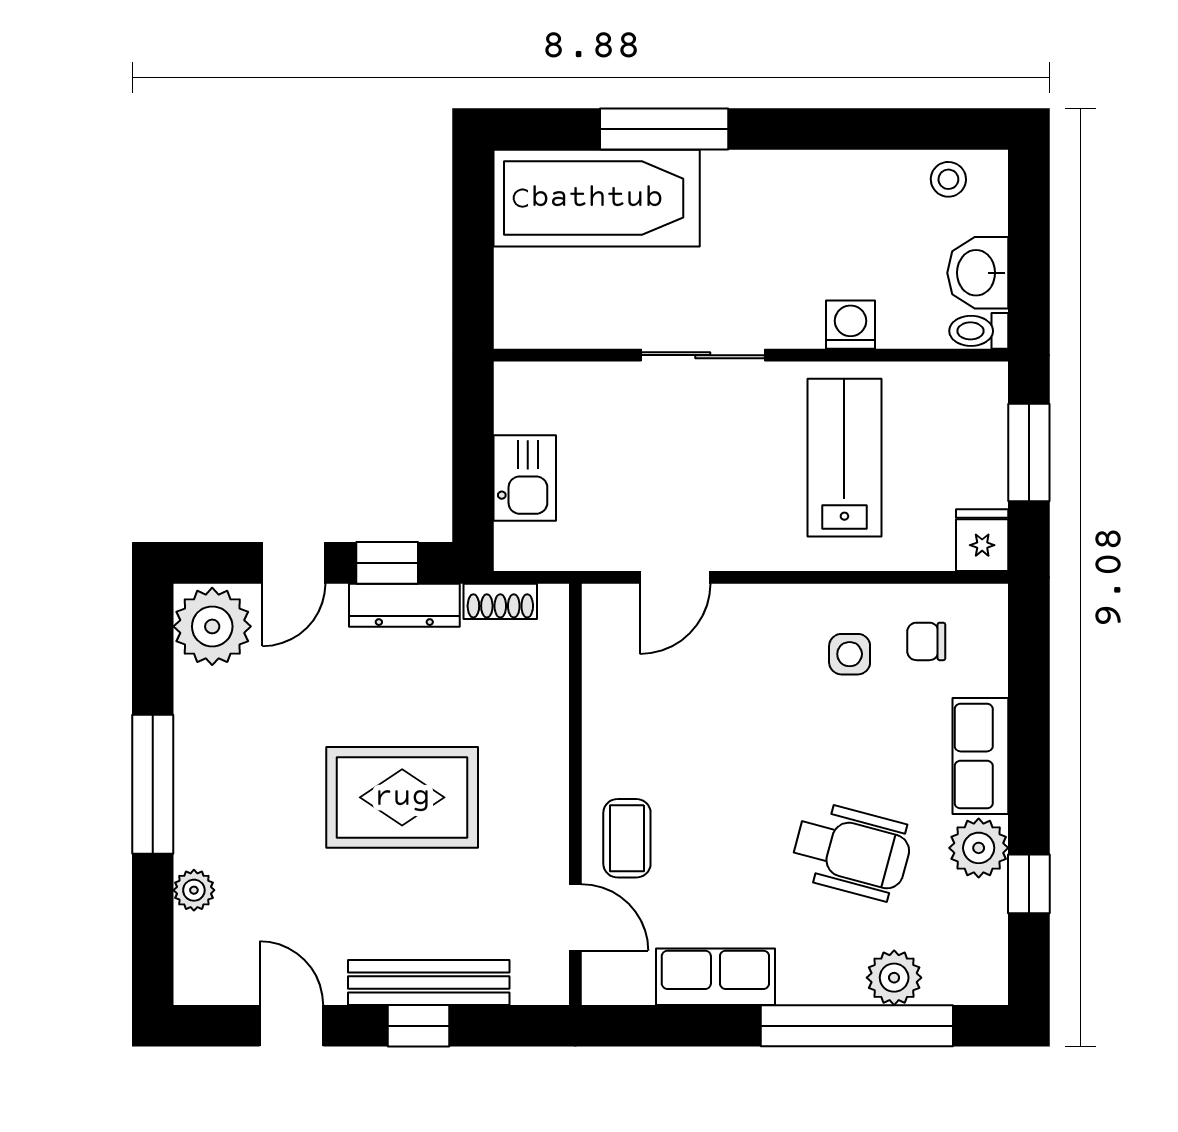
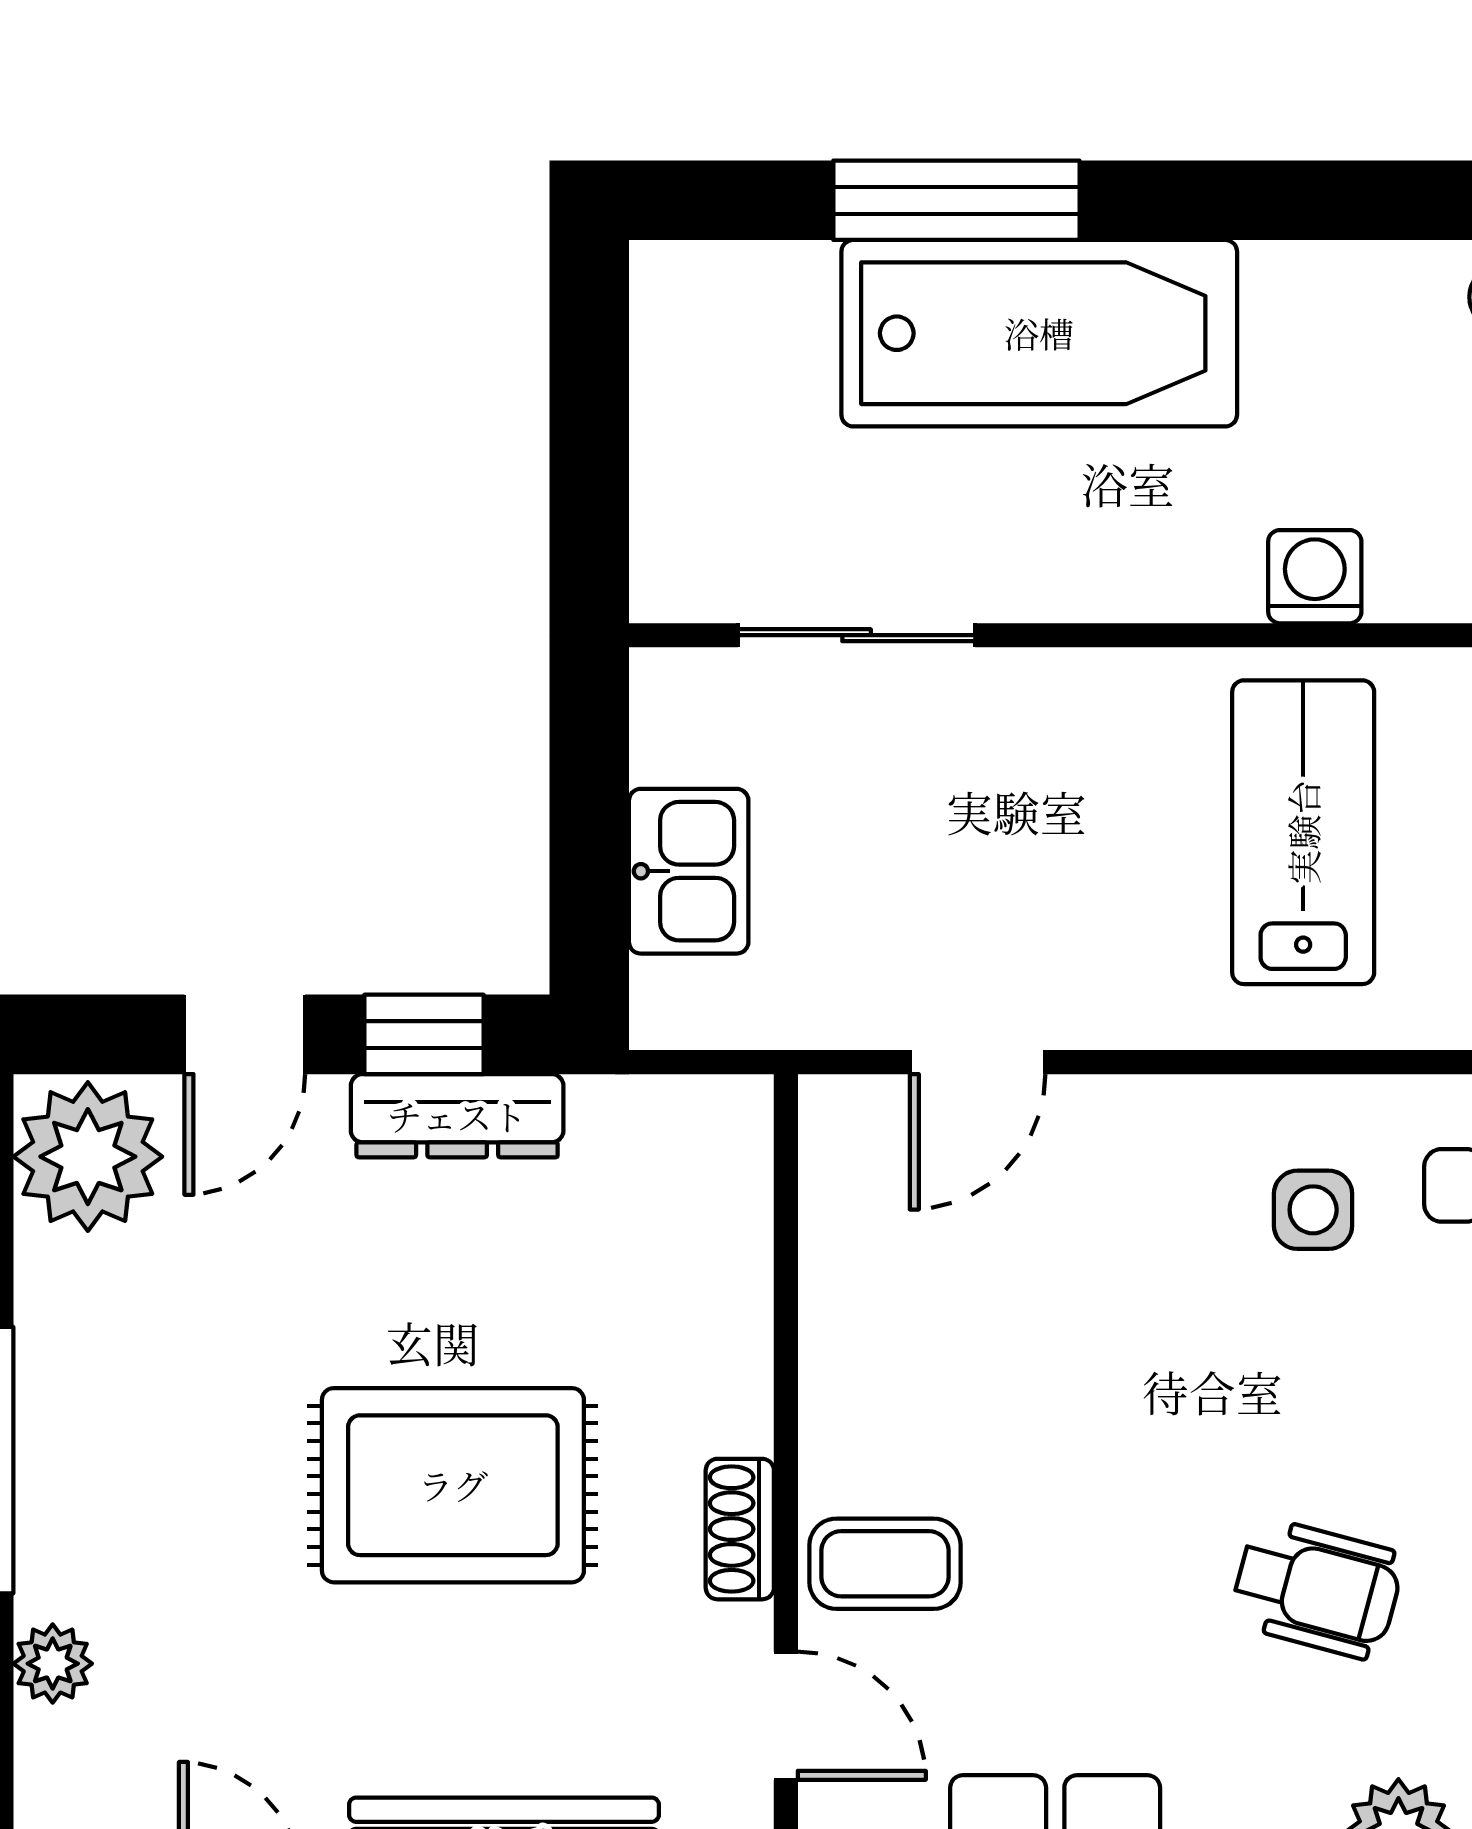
bathtub: (597, 198) -> (1039, 333), moved
sliding door: (703, 355) -> (857, 635), moved
shoe rack: (500, 601) -> (740, 1529), moved, turned 90
coffee table: (627, 838) -> (885, 1564), turned 90
wheelchair: (852, 851) -> (1317, 1589), width x0.73, depth x0.73

